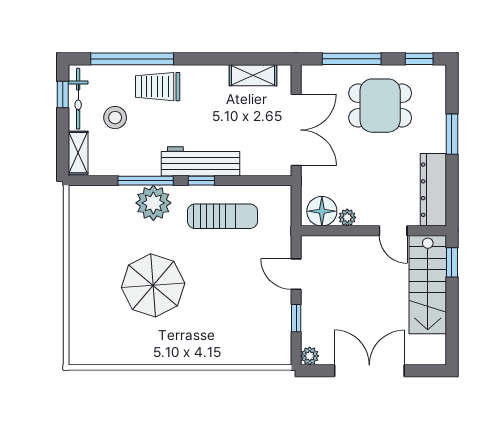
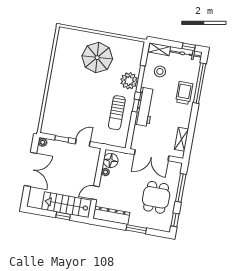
stool: (115, 118) -> (160, 71), moved
window: (452, 262) -> (63, 216), moved
parasol: (153, 285) -> (97, 58), moved

